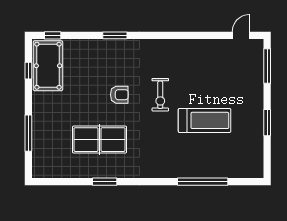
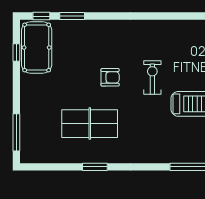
window: (115, 35) -> (72, 16), moved
exercise bike: (160, 95) -> (152, 77), turned 180
window: (28, 133) -> (16, 132), moved

